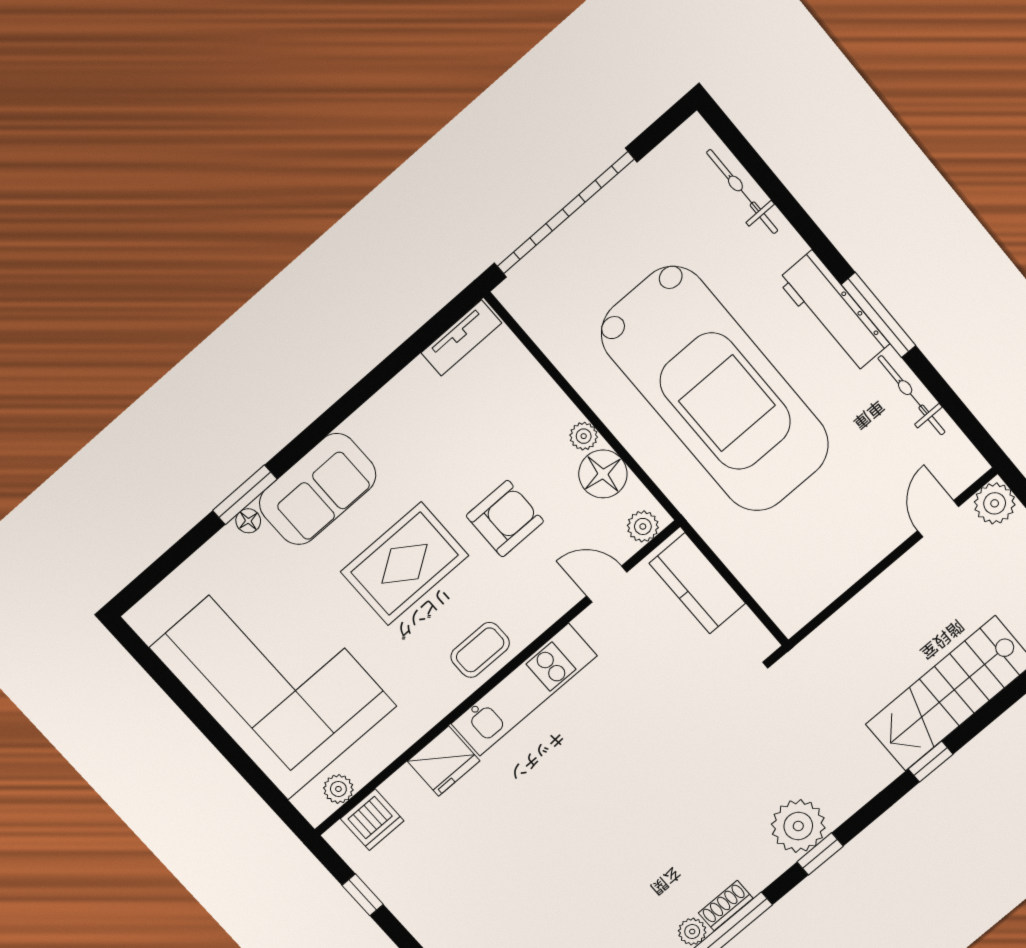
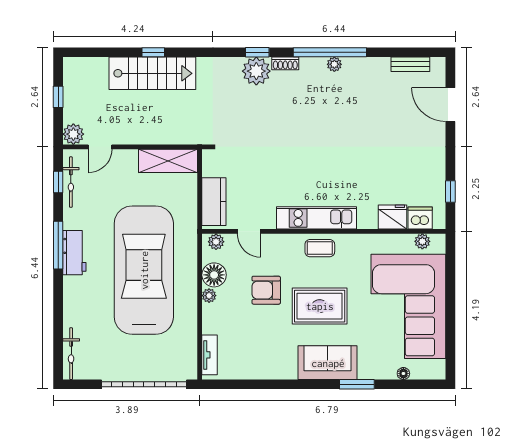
bicycle: (742, 192) -> (71, 354), moved
workbench: (833, 312) -> (74, 253), width x0.73
tv unit: (461, 338) -> (210, 355), moved, turned 90
bicycle: (912, 395) -> (71, 182), moved
window: (958, 411) -> (58, 182), added
floor lamp: (248, 521) -> (403, 373), moved
shelving: (818, 585) -> (168, 161), added
fridge: (444, 761) -> (392, 217), moved
window: (931, 762) -> (153, 52), moved
shoe rack: (726, 906) -> (285, 63), moved

